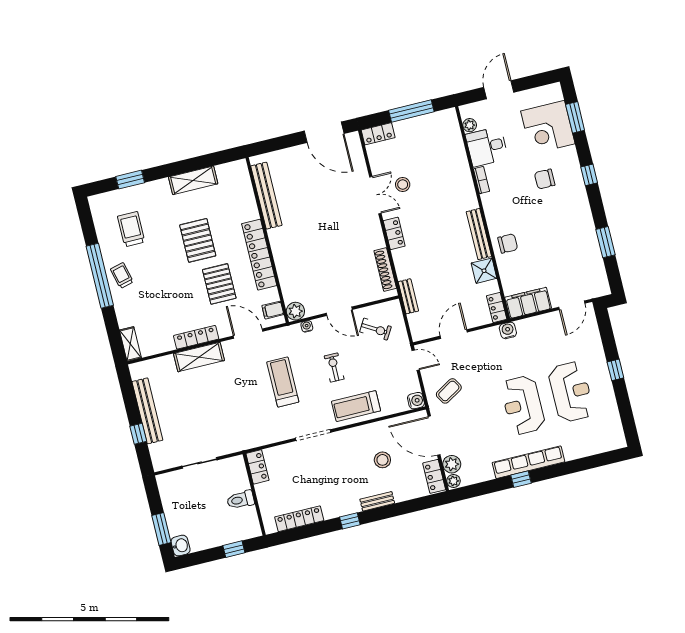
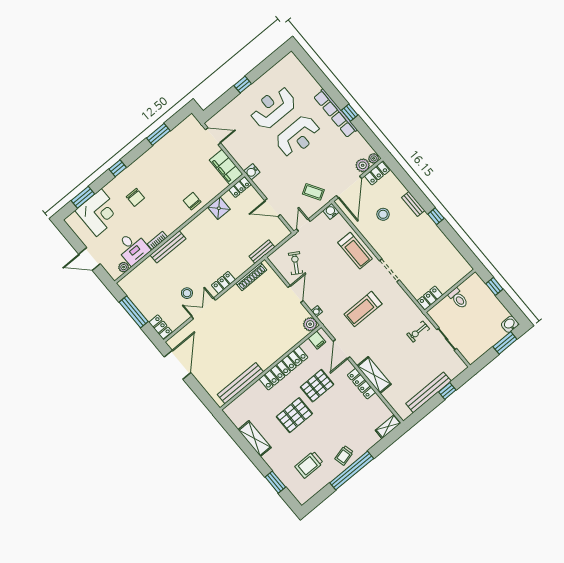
bench: (479, 234) -> (168, 247), moved
exercise bike: (334, 367) -> (418, 332), moved
locker: (299, 519) -> (451, 252), removed

